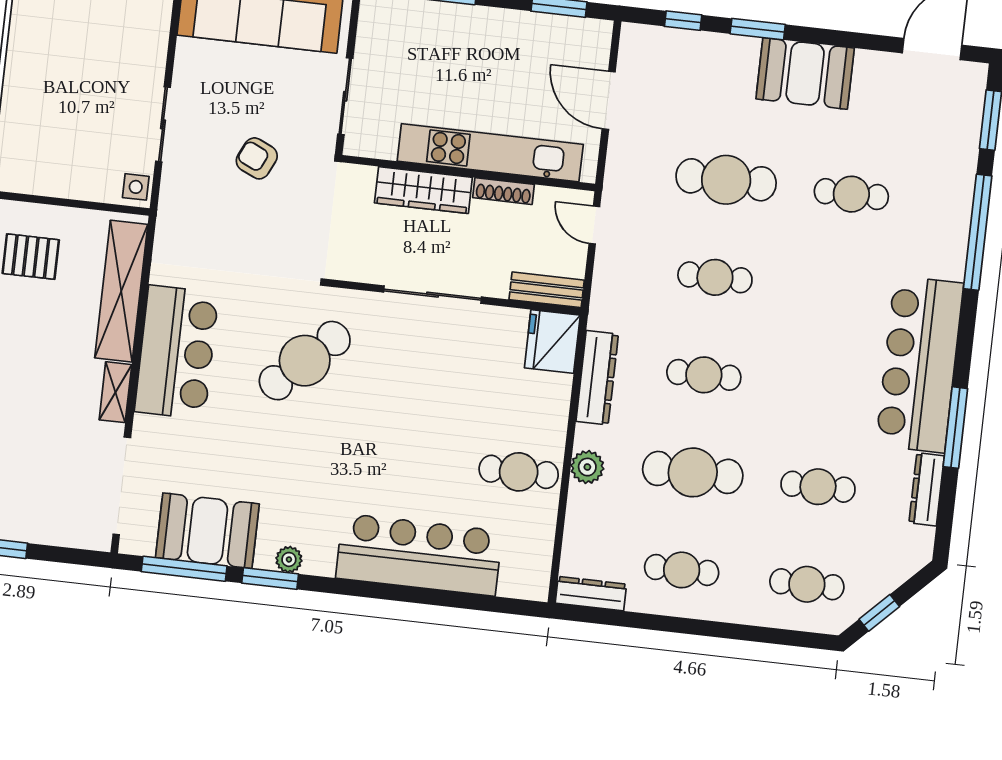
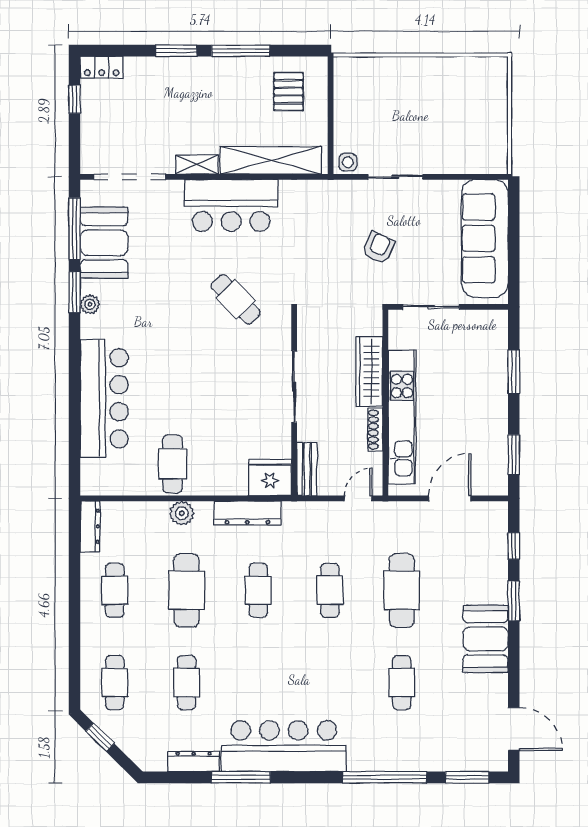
cafe table: (305, 361) -> (236, 299), width x0.73, depth x0.74

